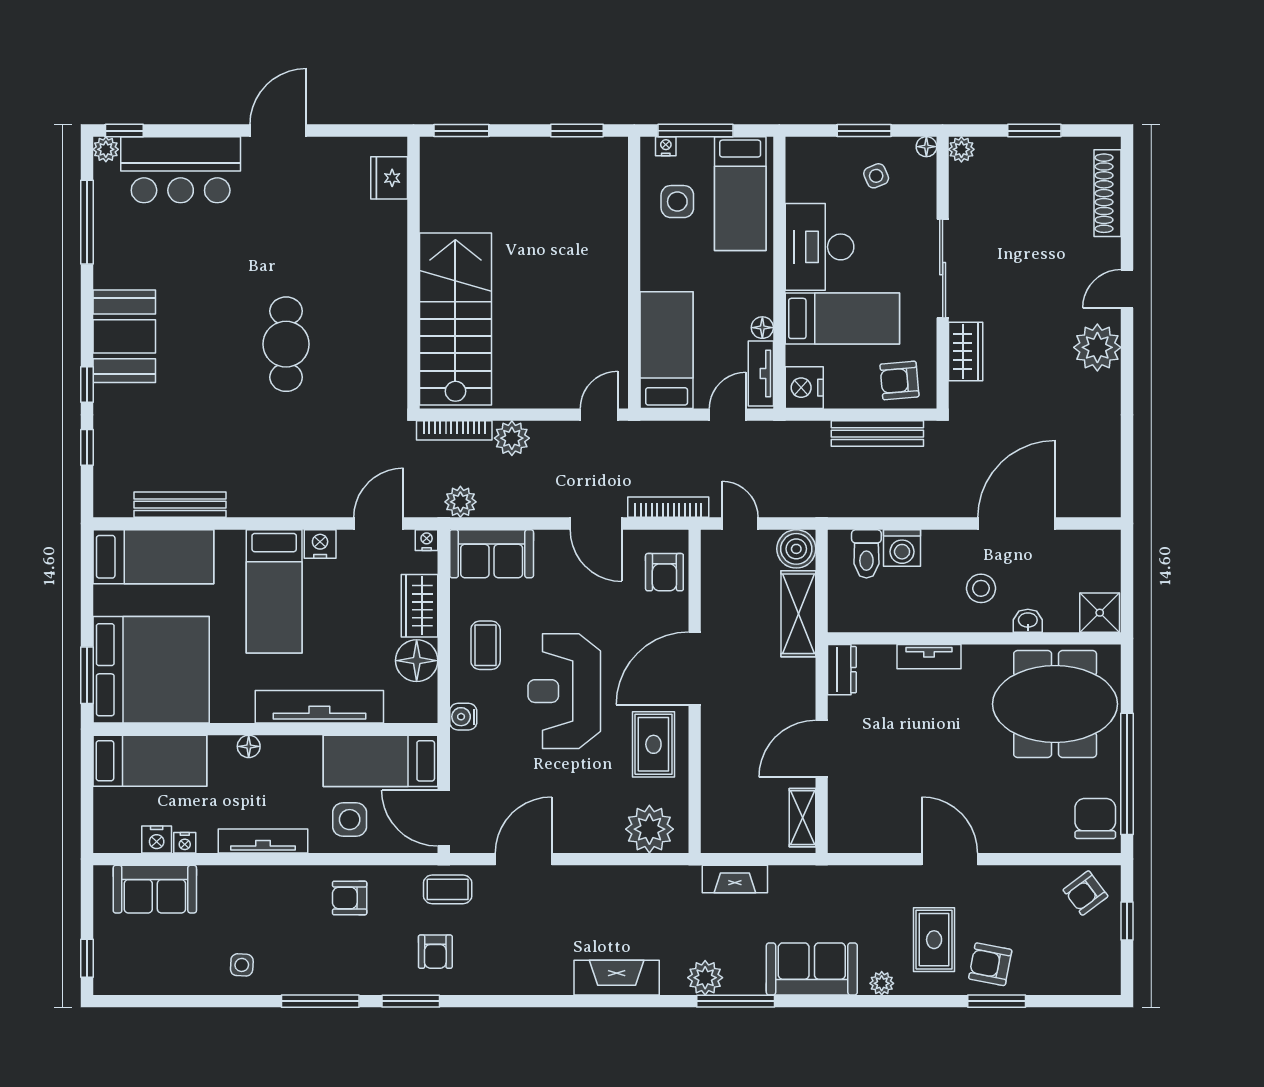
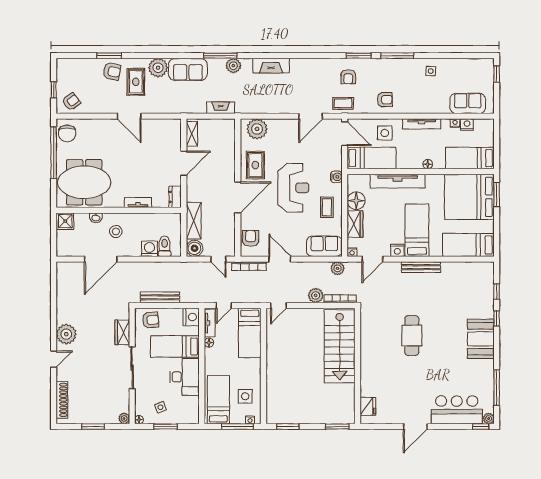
bench: (180, 505) -> (421, 267), moved
armchair: (435, 952) -> (348, 77), turned 180
plant: (882, 983) -> (158, 68), width x1.87, depth x1.87

